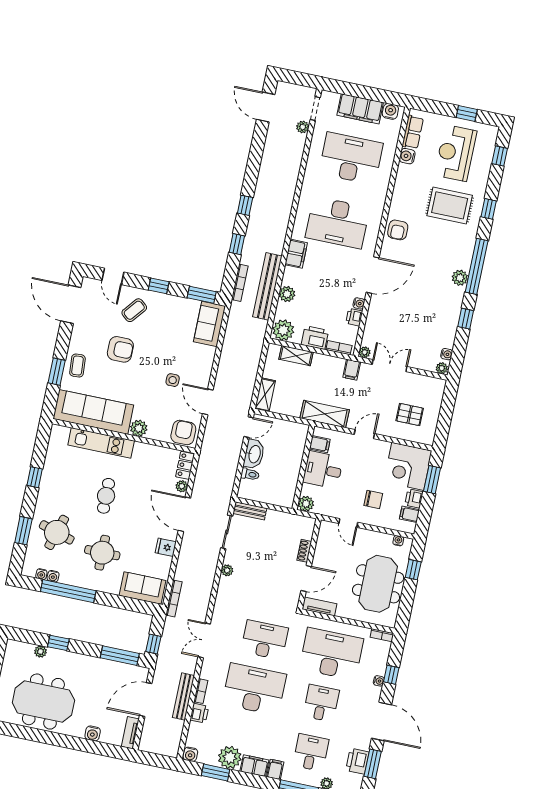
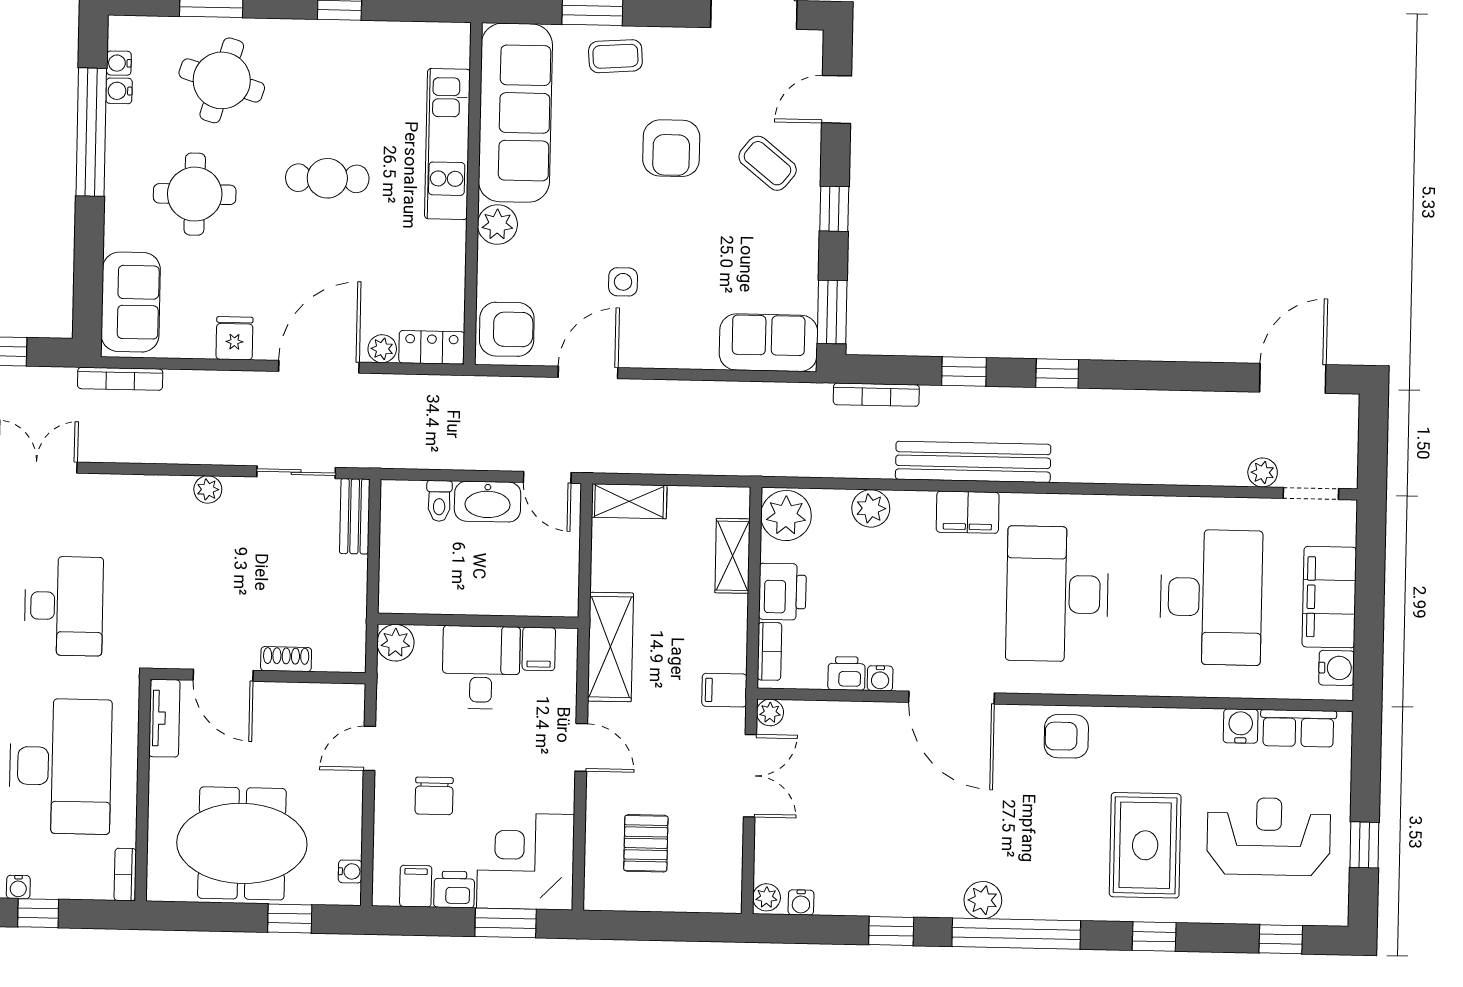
bench: (267, 286) -> (973, 462), moved

